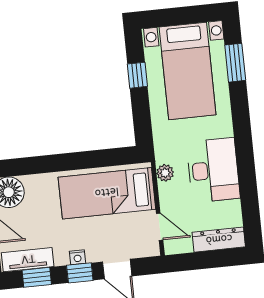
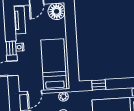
window: (137, 75) -> (99, 85), moved
window: (37, 277) -> (10, 25), removed

